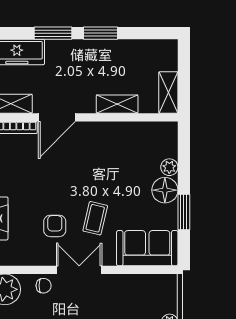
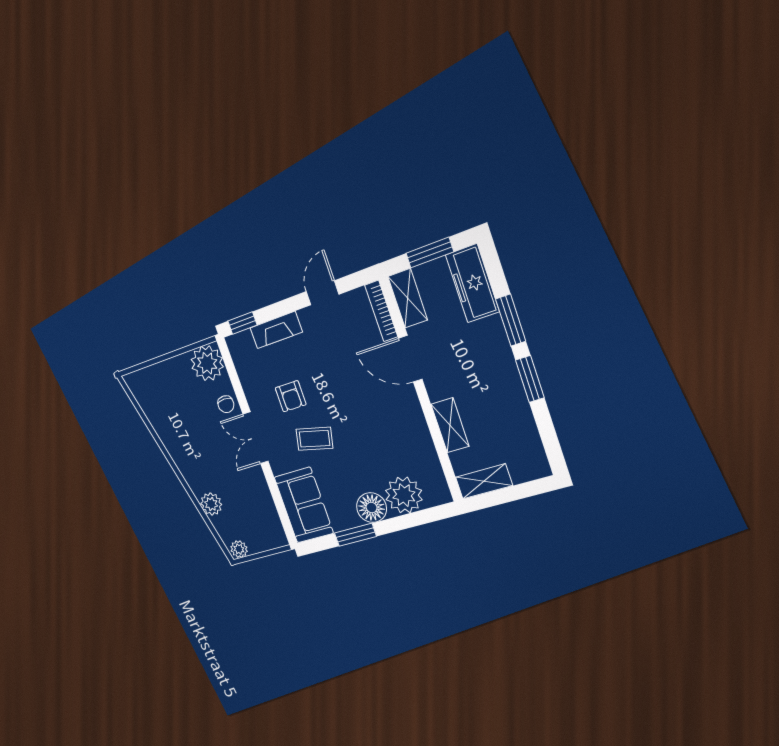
plant: (169, 167) -> (404, 495), width x1.88, depth x1.88
armchair: (55, 226) -> (291, 396), turned 90
double door: (79, 270) -> (255, 438), swing flipped

